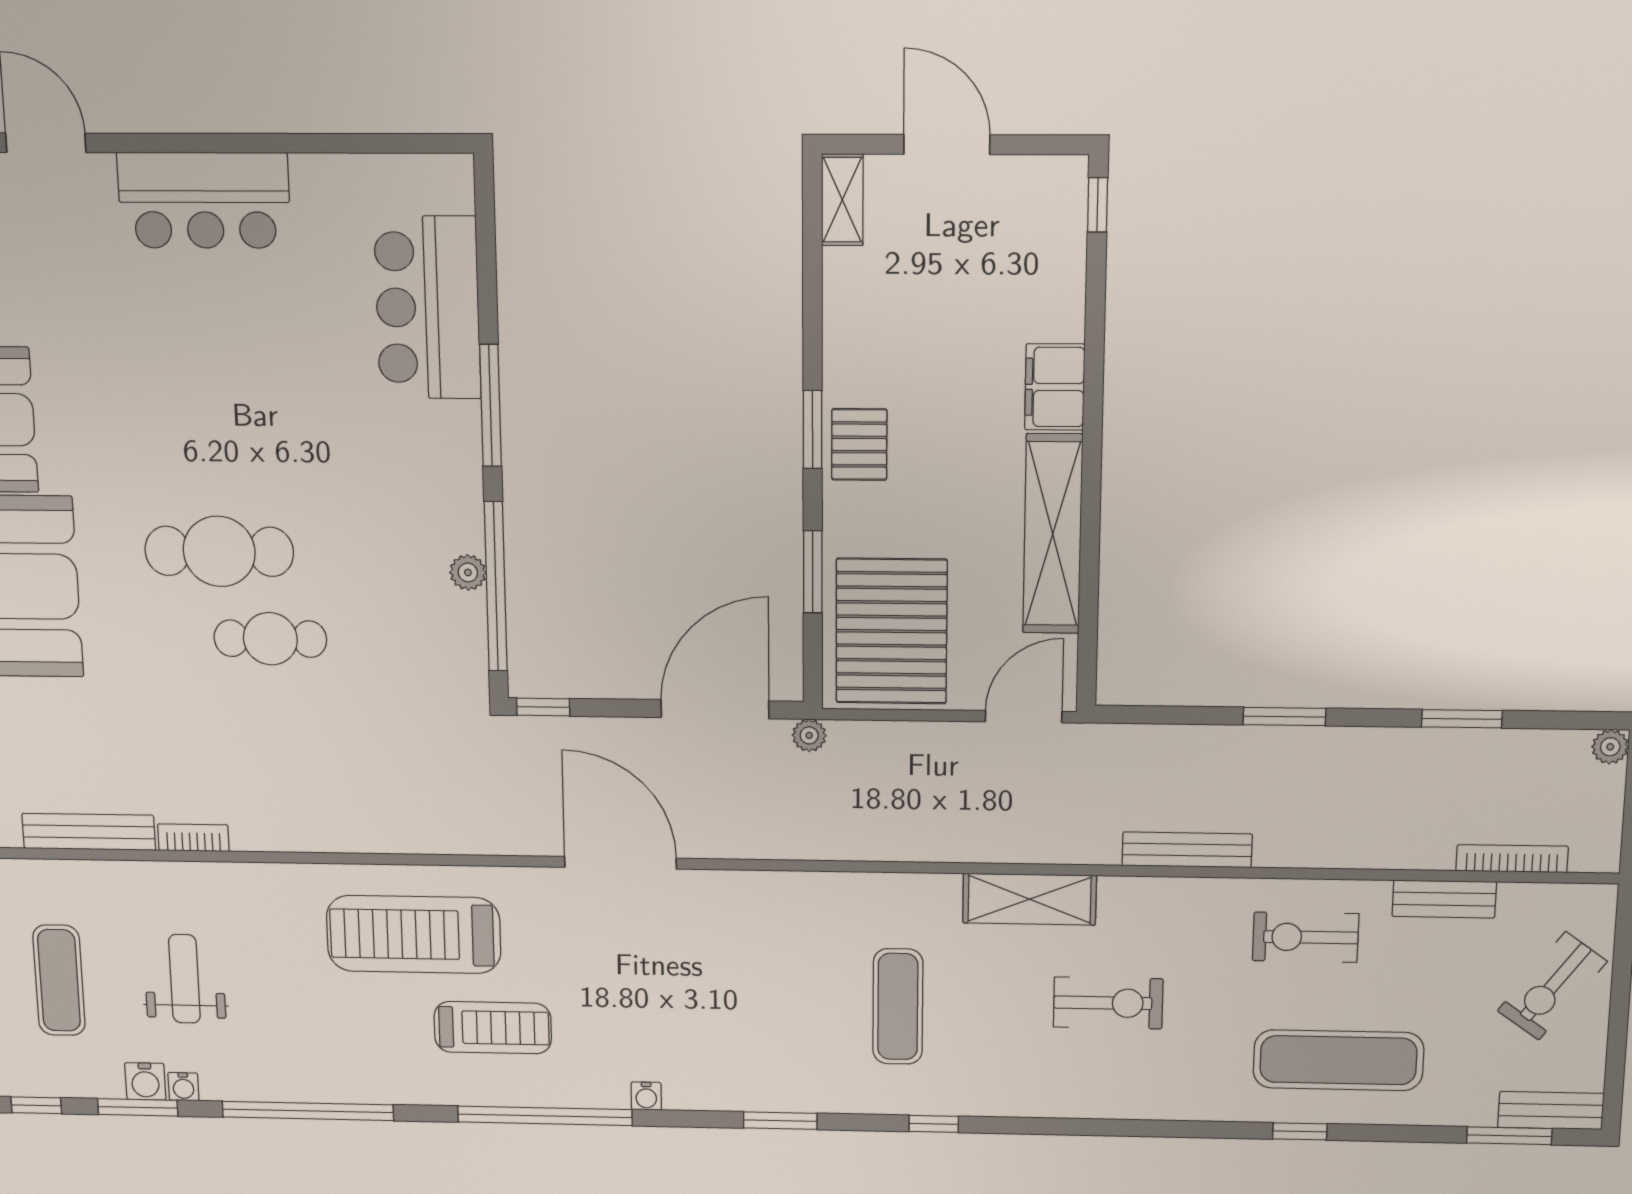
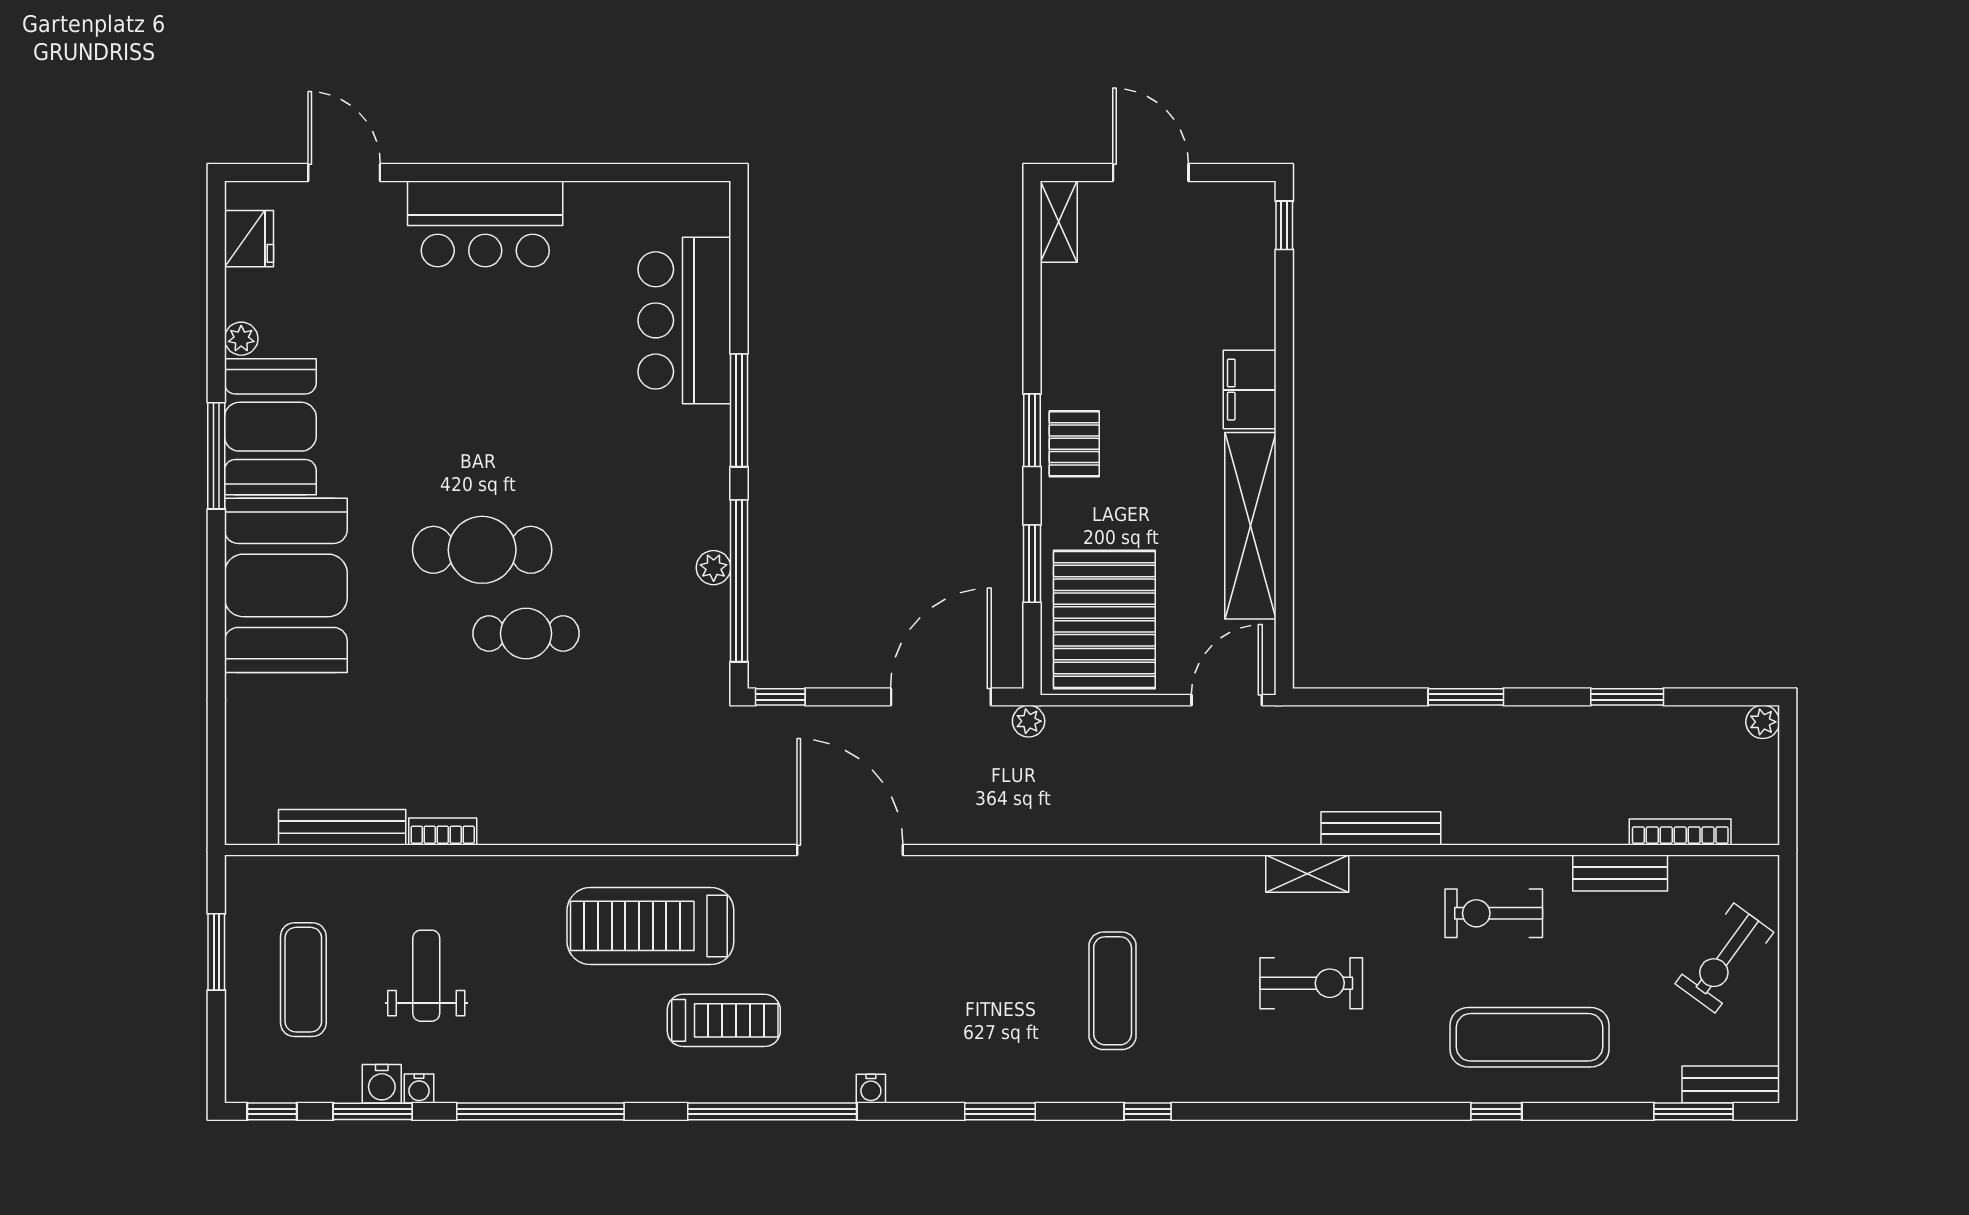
shelving: (1029, 899) -> (1307, 874), moved, width x0.67, depth x0.75

